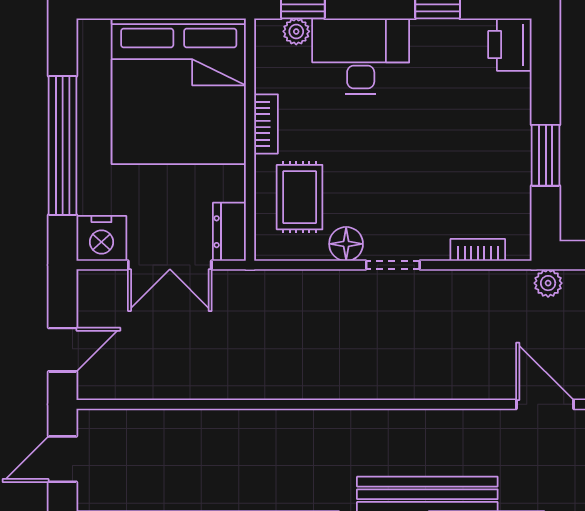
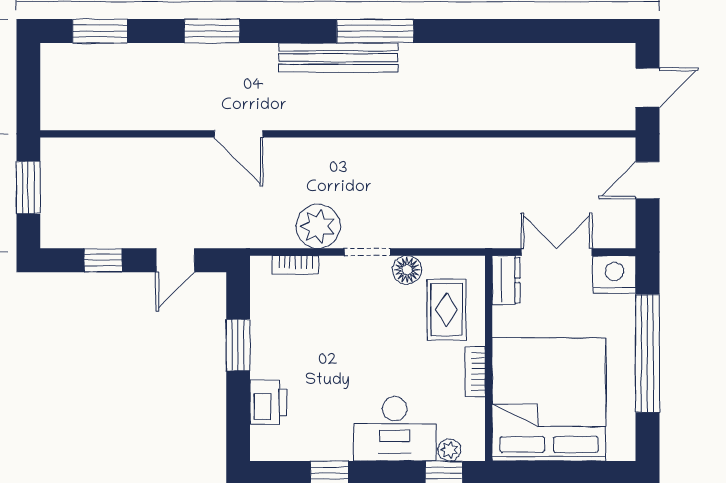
printer: (510, 45) -> (268, 402), moved
plant: (548, 283) -> (318, 226), moved, width x1.88, depth x1.88

